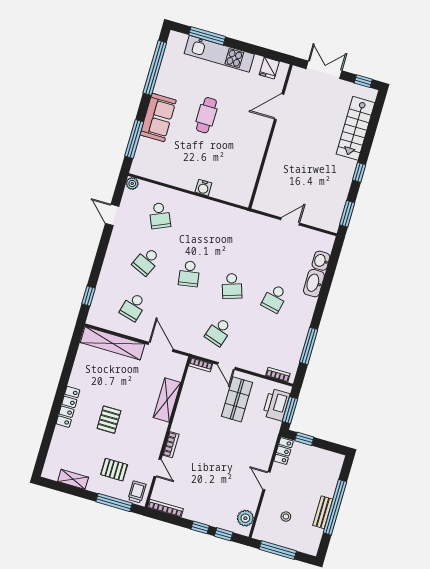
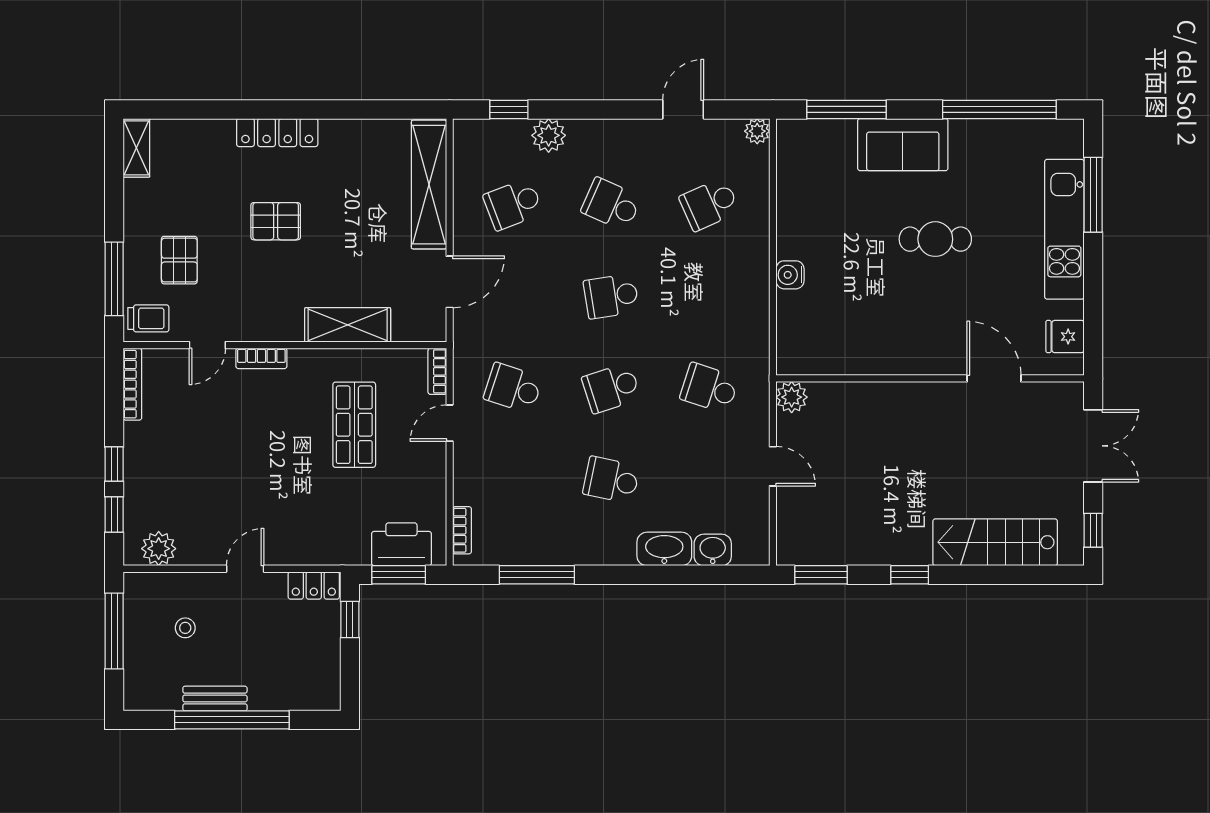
plant: (261, 203) -> (792, 397), added
school desk: (245, 240) -> (709, 388), added
plant: (106, 281) -> (549, 135), added
school desk: (133, 307) -> (513, 204), turned -36
shop shelf: (237, 399) -> (354, 425), moved, turned 90
shelving: (73, 479) -> (136, 148), moved

